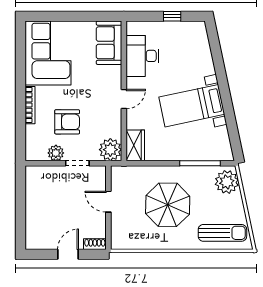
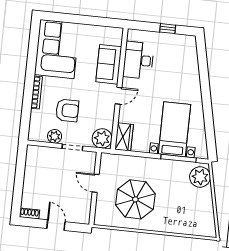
sofa: (109, 43) -> (109, 64), moved
bed with nightstands: (192, 106) -> (174, 129), moved, turned 102
parasol: (168, 205) -> (135, 199), moved
sun lounger: (222, 233) -> (192, 221), removed
shoe rack: (95, 244) -> (29, 214), moved
door: (68, 254) -> (56, 225), hinge flipped

